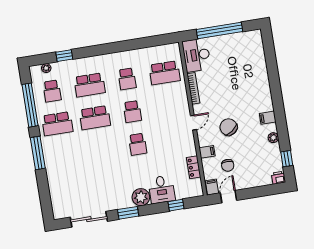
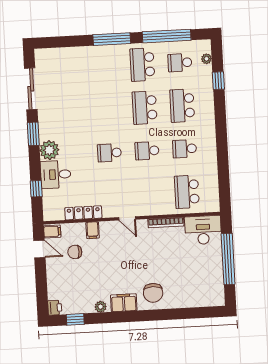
filing cabinet: (268, 118) -> (124, 303), width x2.00
chair: (229, 127) -> (153, 293), moved, turned 126
locker: (194, 167) -> (83, 213), width x1.53

